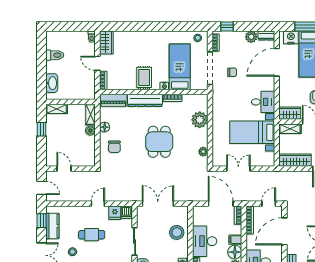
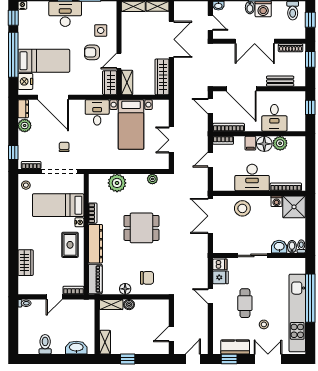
wardrobe: (106, 42) -> (26, 263), moved, turned 90
rug: (144, 77) -> (70, 245), turned 90
double door: (158, 204) -> (210, 216), moved
door: (221, 204) -> (210, 160), width x0.53

